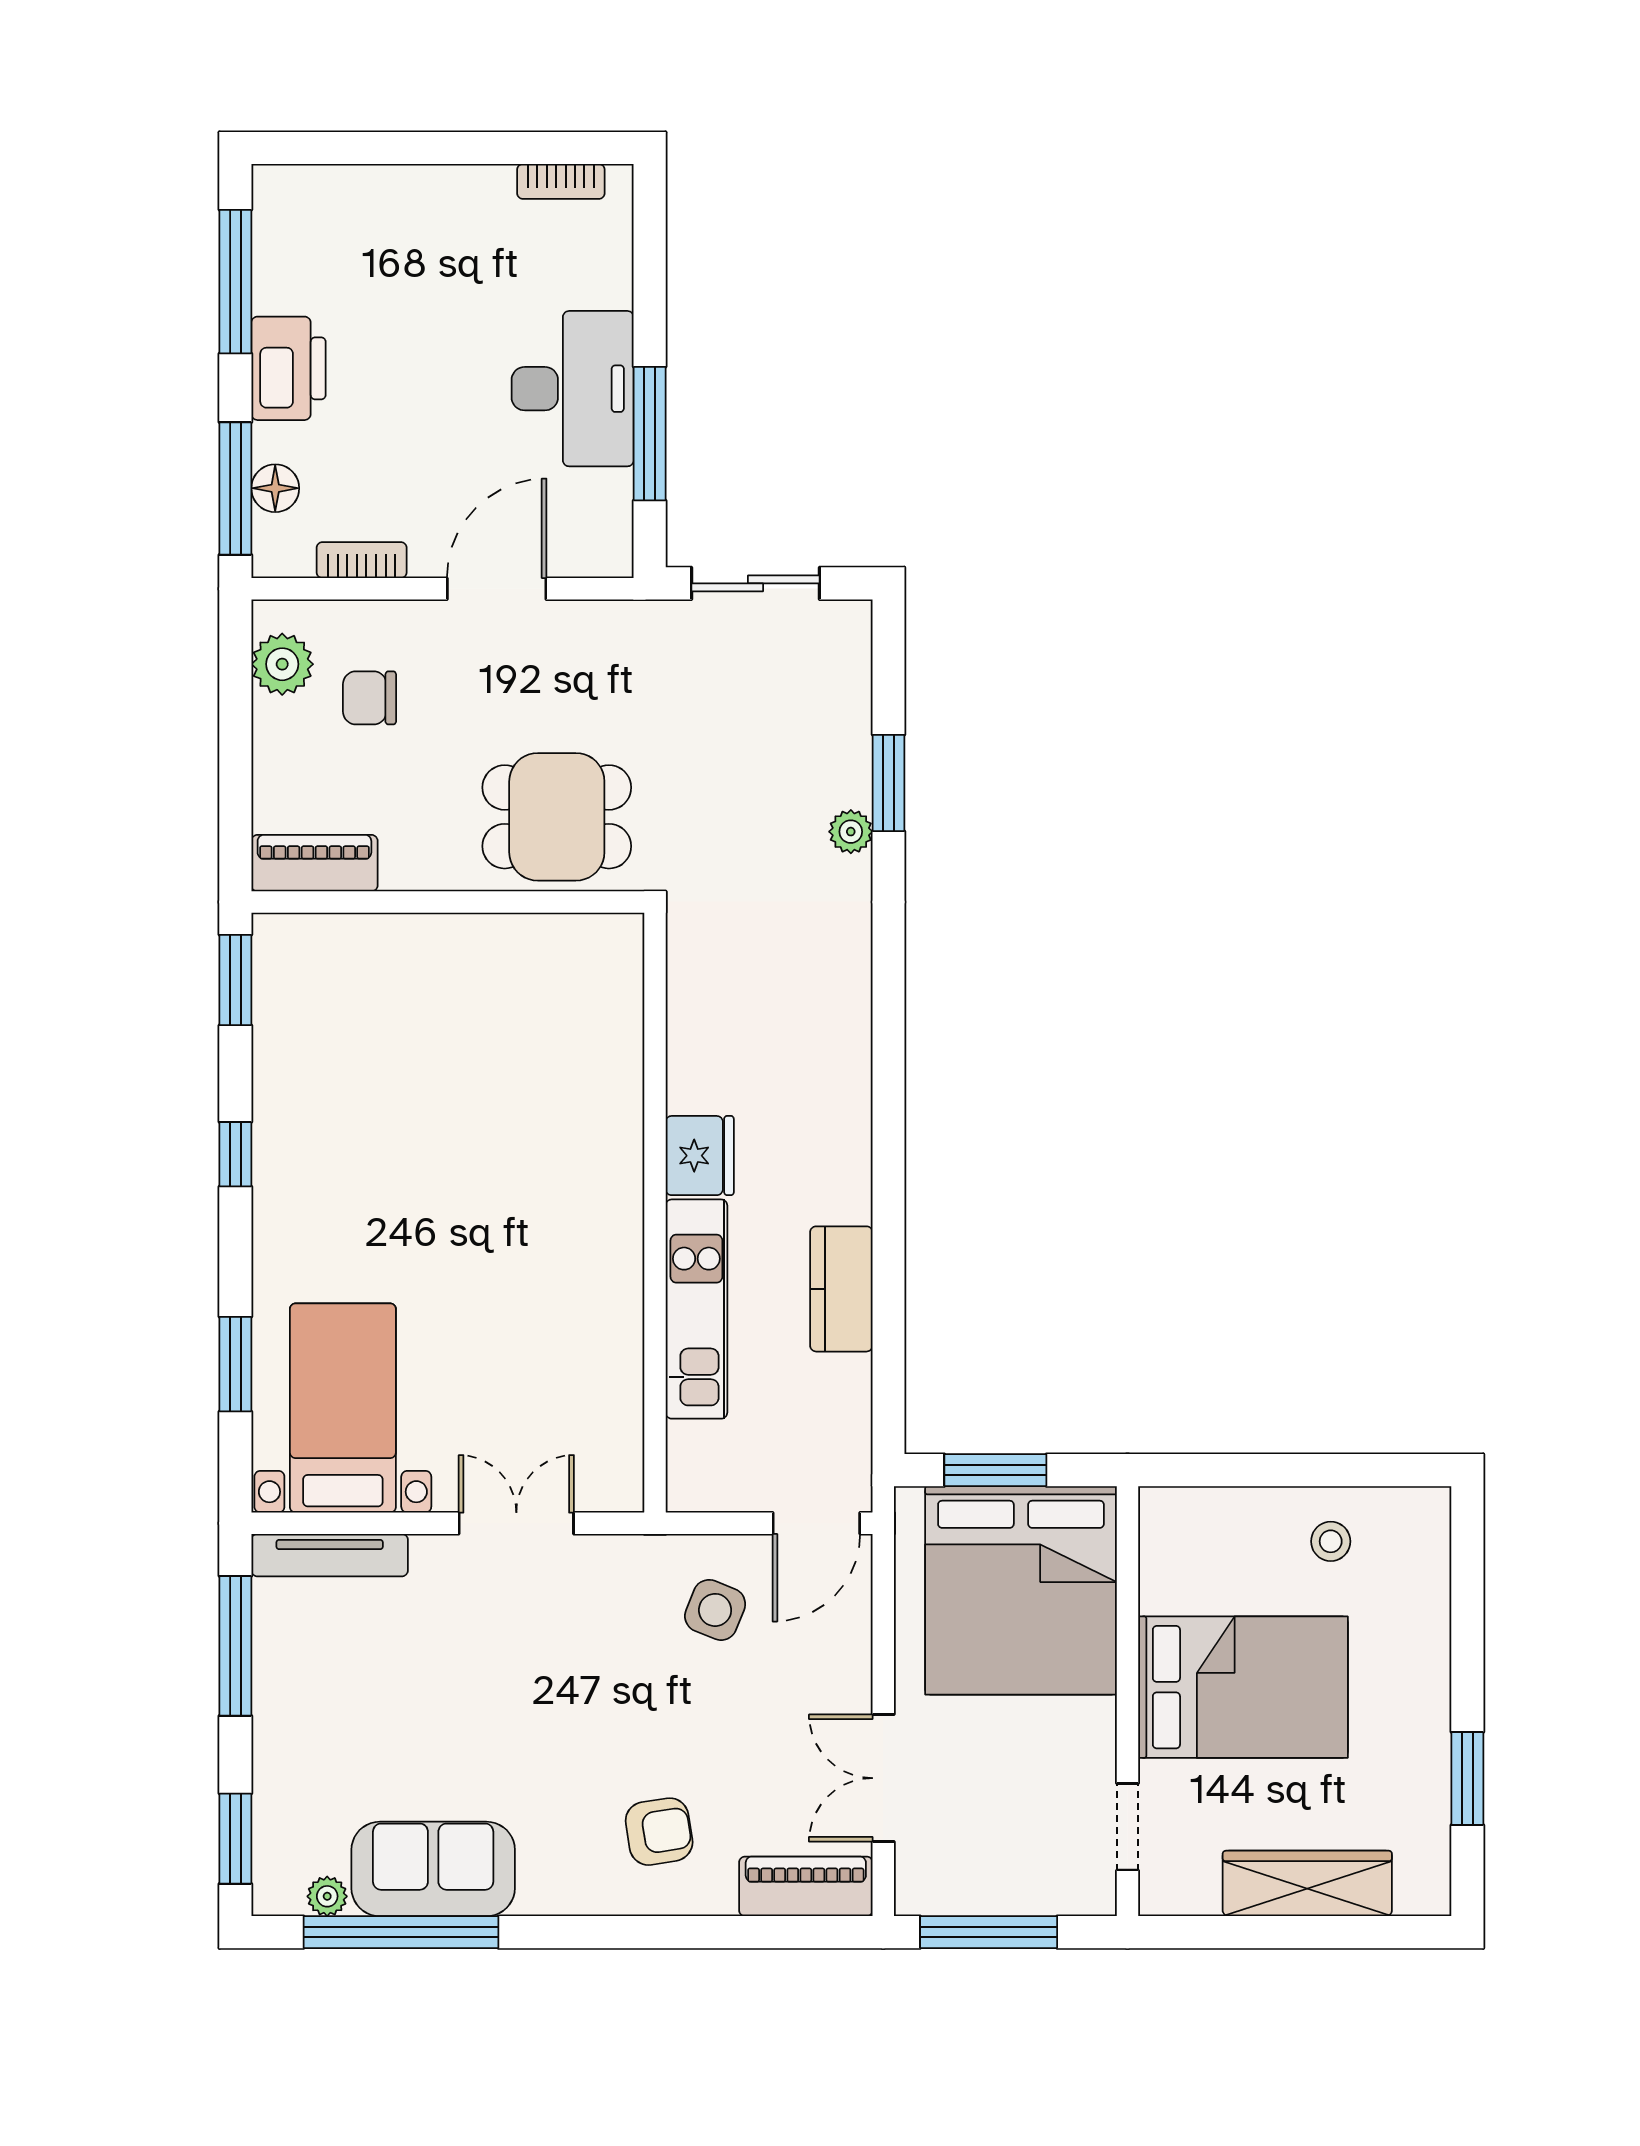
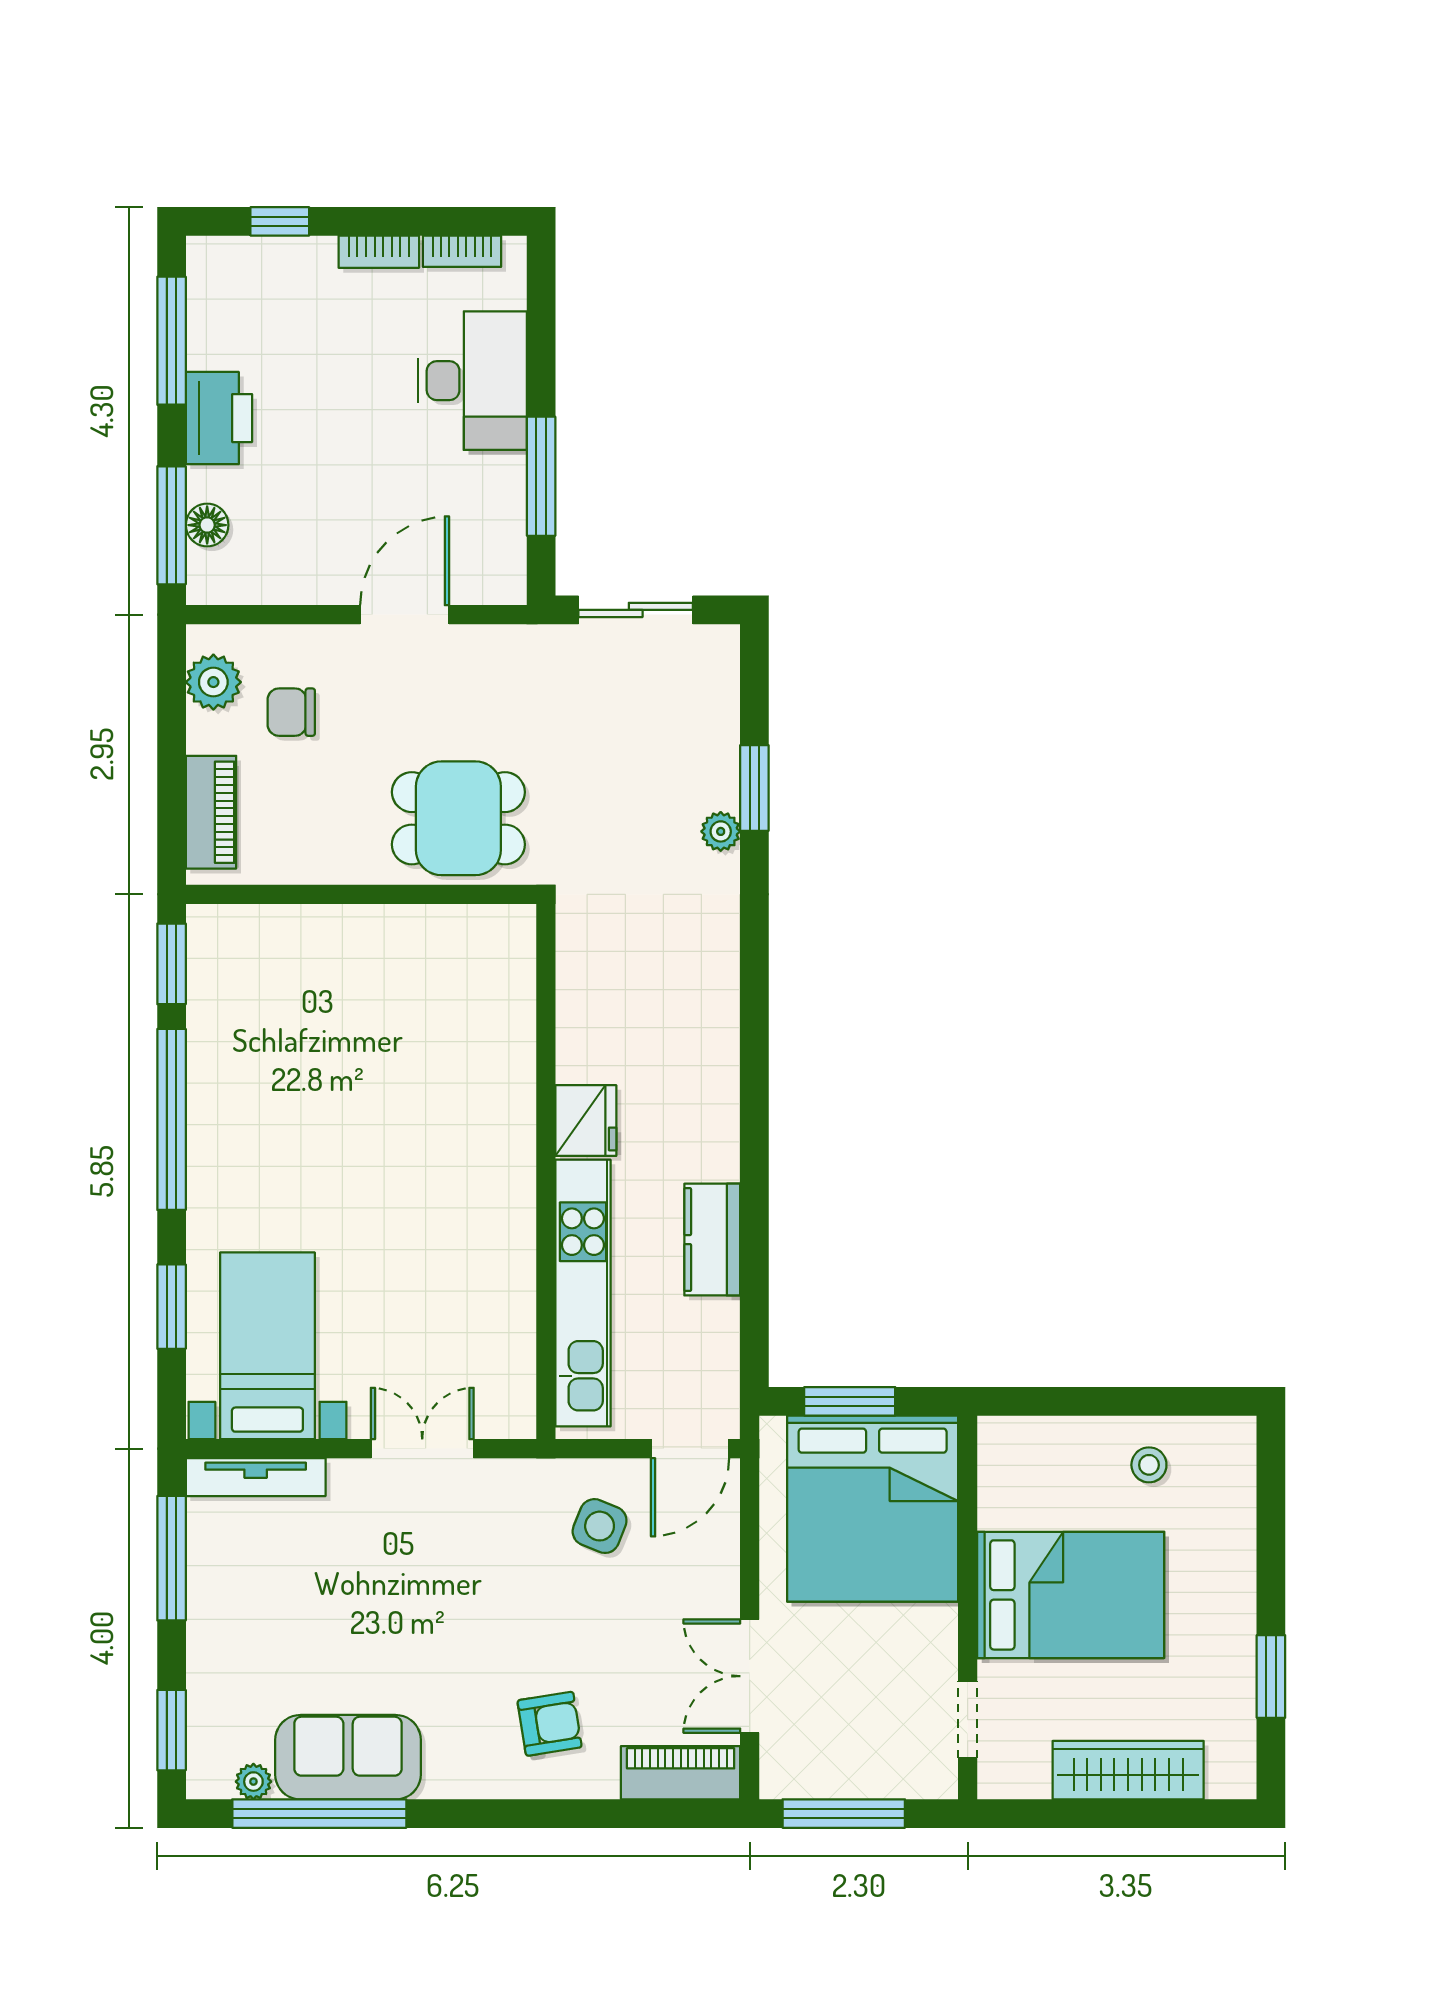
window: (357, 148) -> (280, 221), added
desk: (573, 389) -> (472, 381), moved
bookcase: (362, 560) -> (379, 252), moved, turned 180
piano: (314, 863) -> (211, 812), moved, turned 90
window: (235, 1154) -> (172, 1119), width x3.17
kitchen unit: (696, 1309) -> (583, 1293), width x1.36

